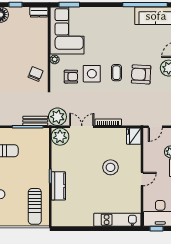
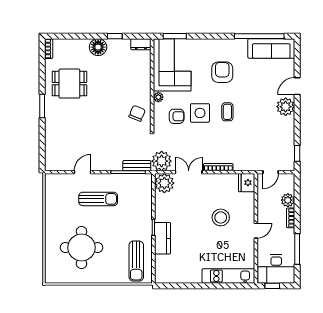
armchair: (141, 74) -> (222, 72), moved, turned 87

